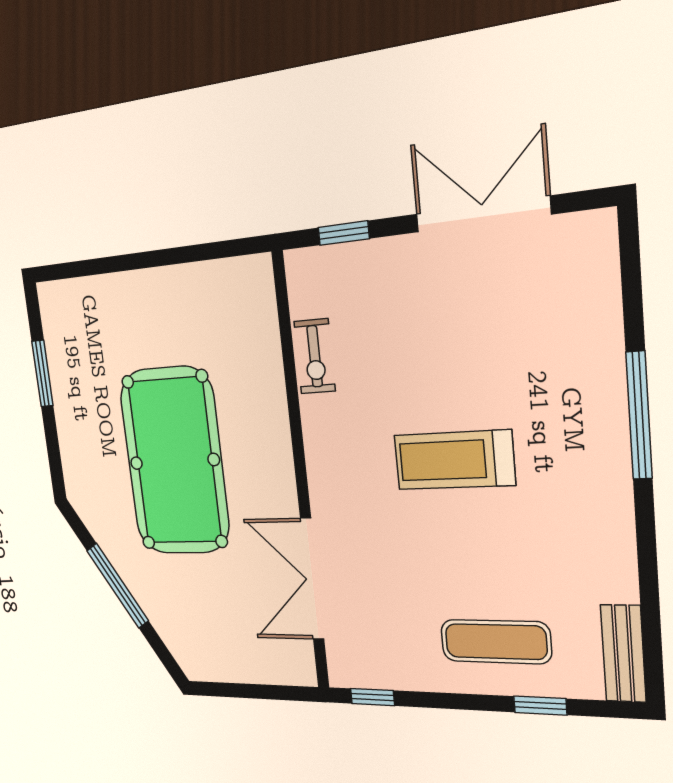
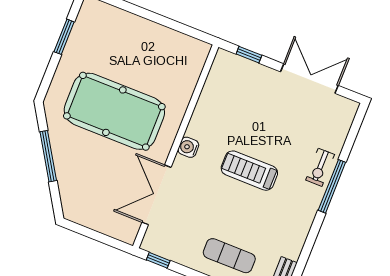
exercise bike: (315, 356) -> (320, 167), moved
pool table: (175, 461) -> (114, 111), turned 90
water cooler: (323, 467) -> (188, 147), added

